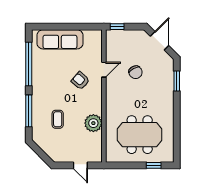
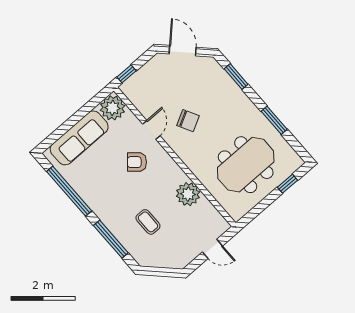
plant: (93, 39) -> (112, 108), added
chair: (136, 72) -> (188, 121), moved
window: (177, 124) -> (274, 120), added

